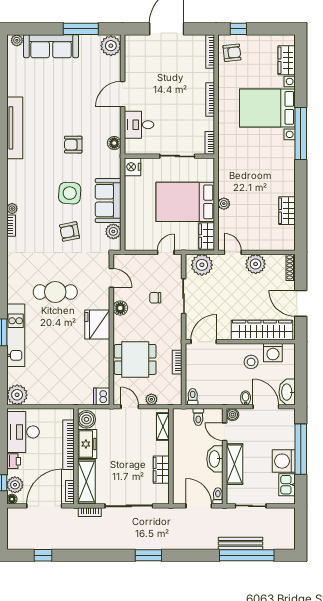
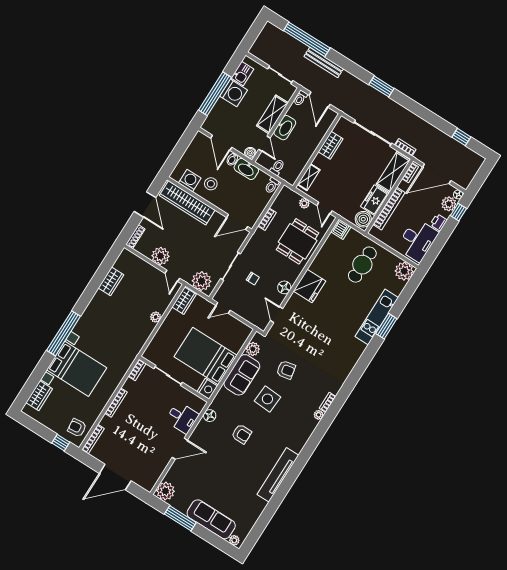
bed: (185, 202) -> (206, 356), moved, turned 180
cafe table: (55, 292) -> (362, 265), moved, turned 90
dining table: (135, 359) -> (298, 241), turned 90
washbasin: (287, 392) -> (246, 169), moved, turned 90
bench: (241, 543) -> (324, 63), moved

